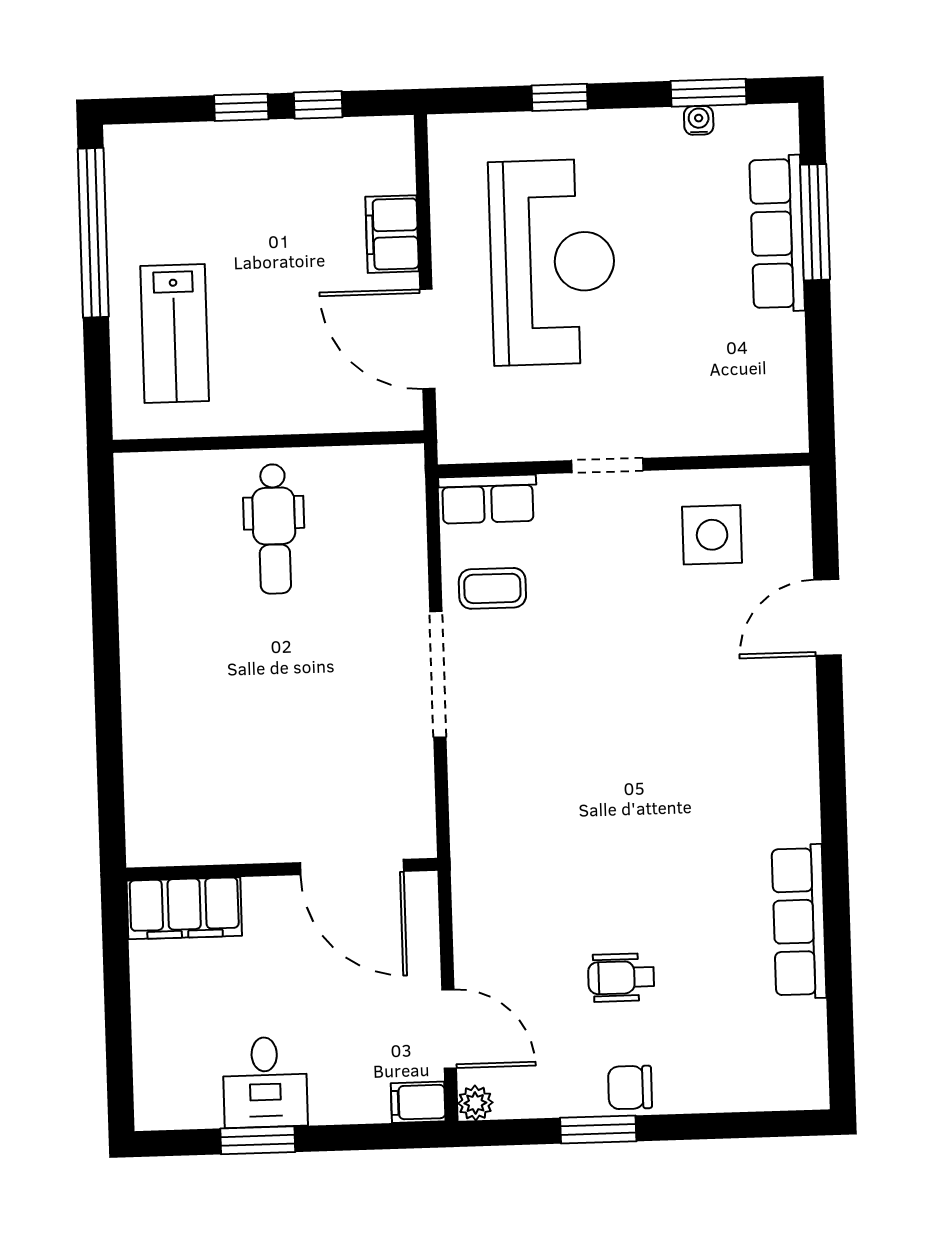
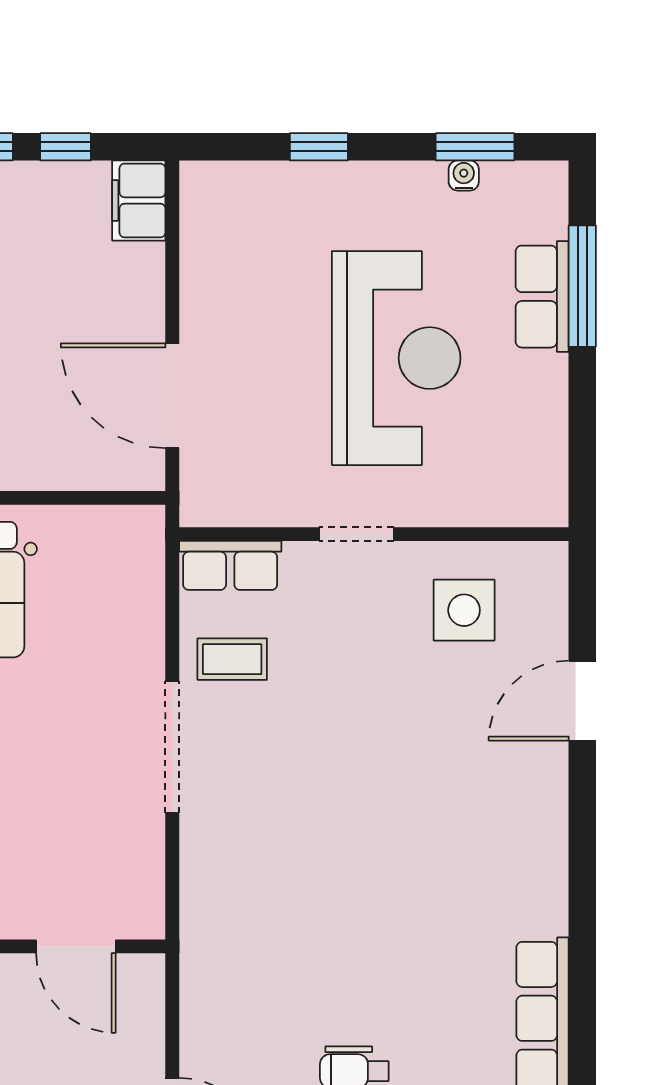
row of seats: (777, 233) -> (542, 297), width x0.68
filing cabinet: (392, 234) -> (139, 200), moved
reception desk: (552, 262) -> (396, 358), moved
door: (352, 867) -> (76, 946), width x0.73

